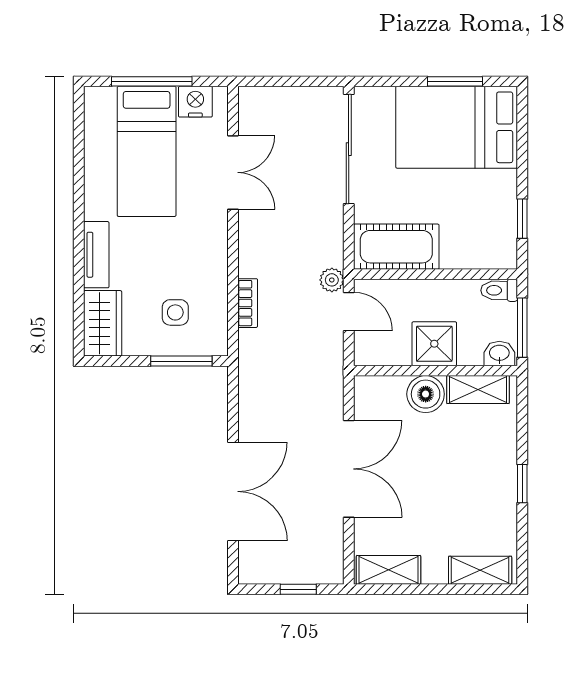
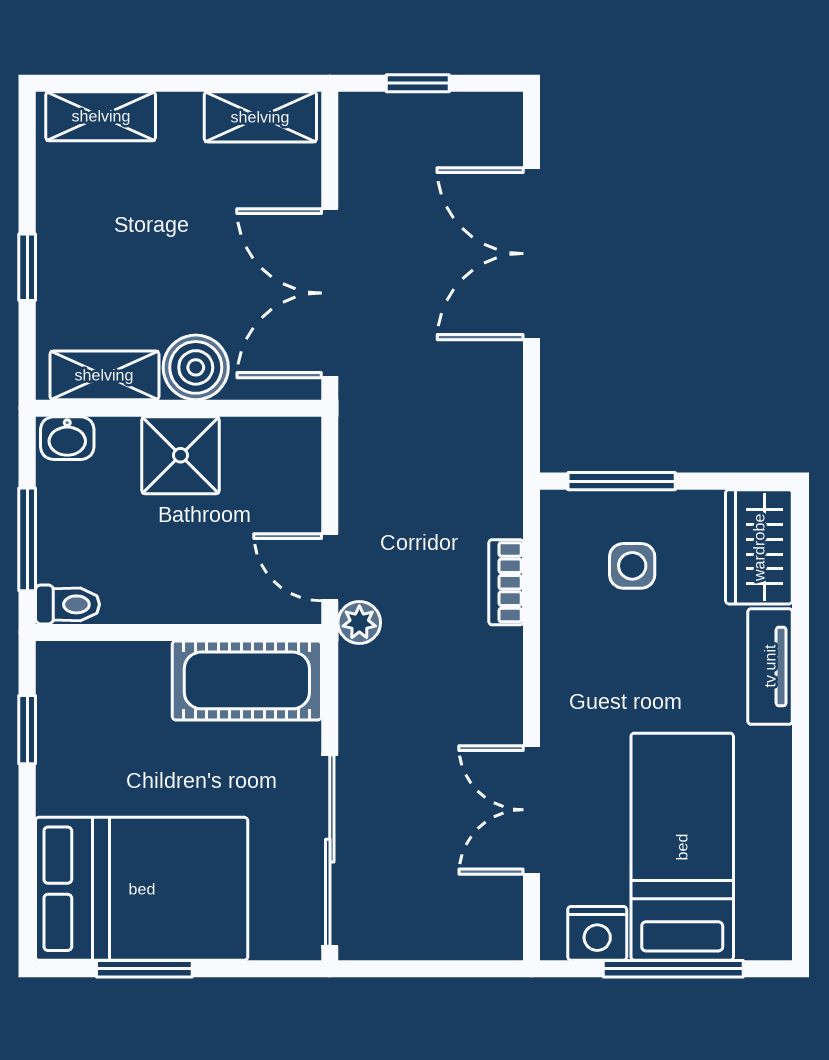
shower: (434, 344) -> (181, 455), moved
washbasin: (499, 354) -> (67, 438), moved
wall: (435, 371) -> (178, 408), moved
shelving: (478, 390) -> (104, 375), moved
boiler: (426, 394) -> (196, 367), moved

